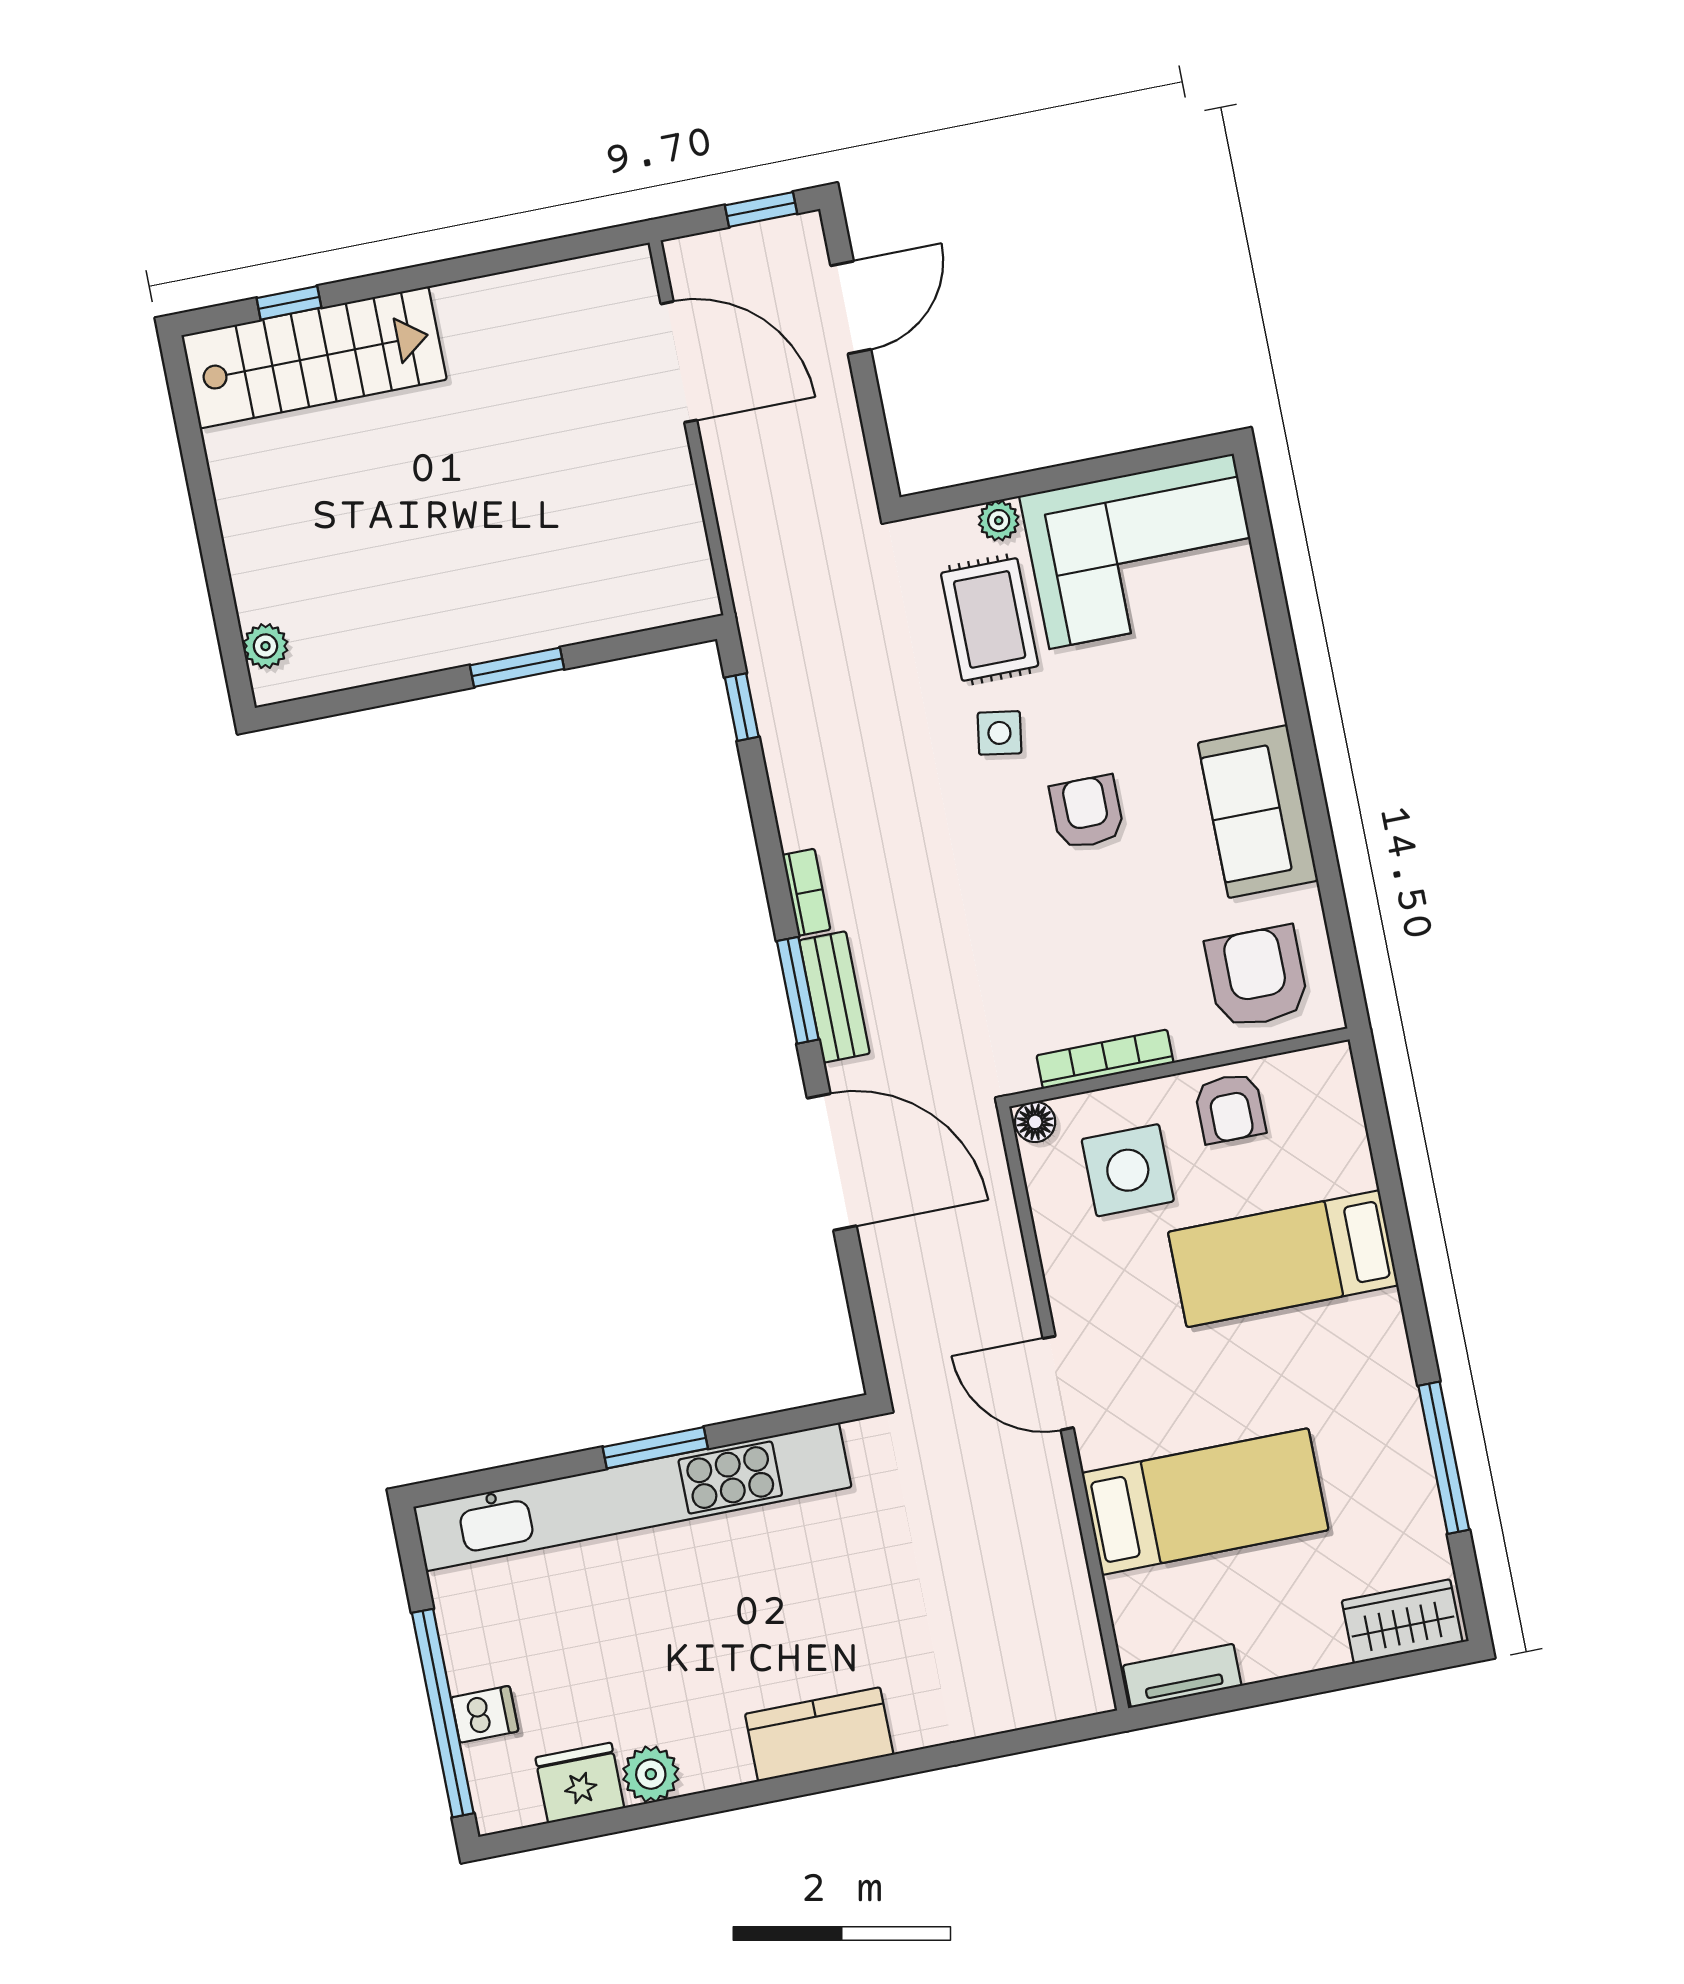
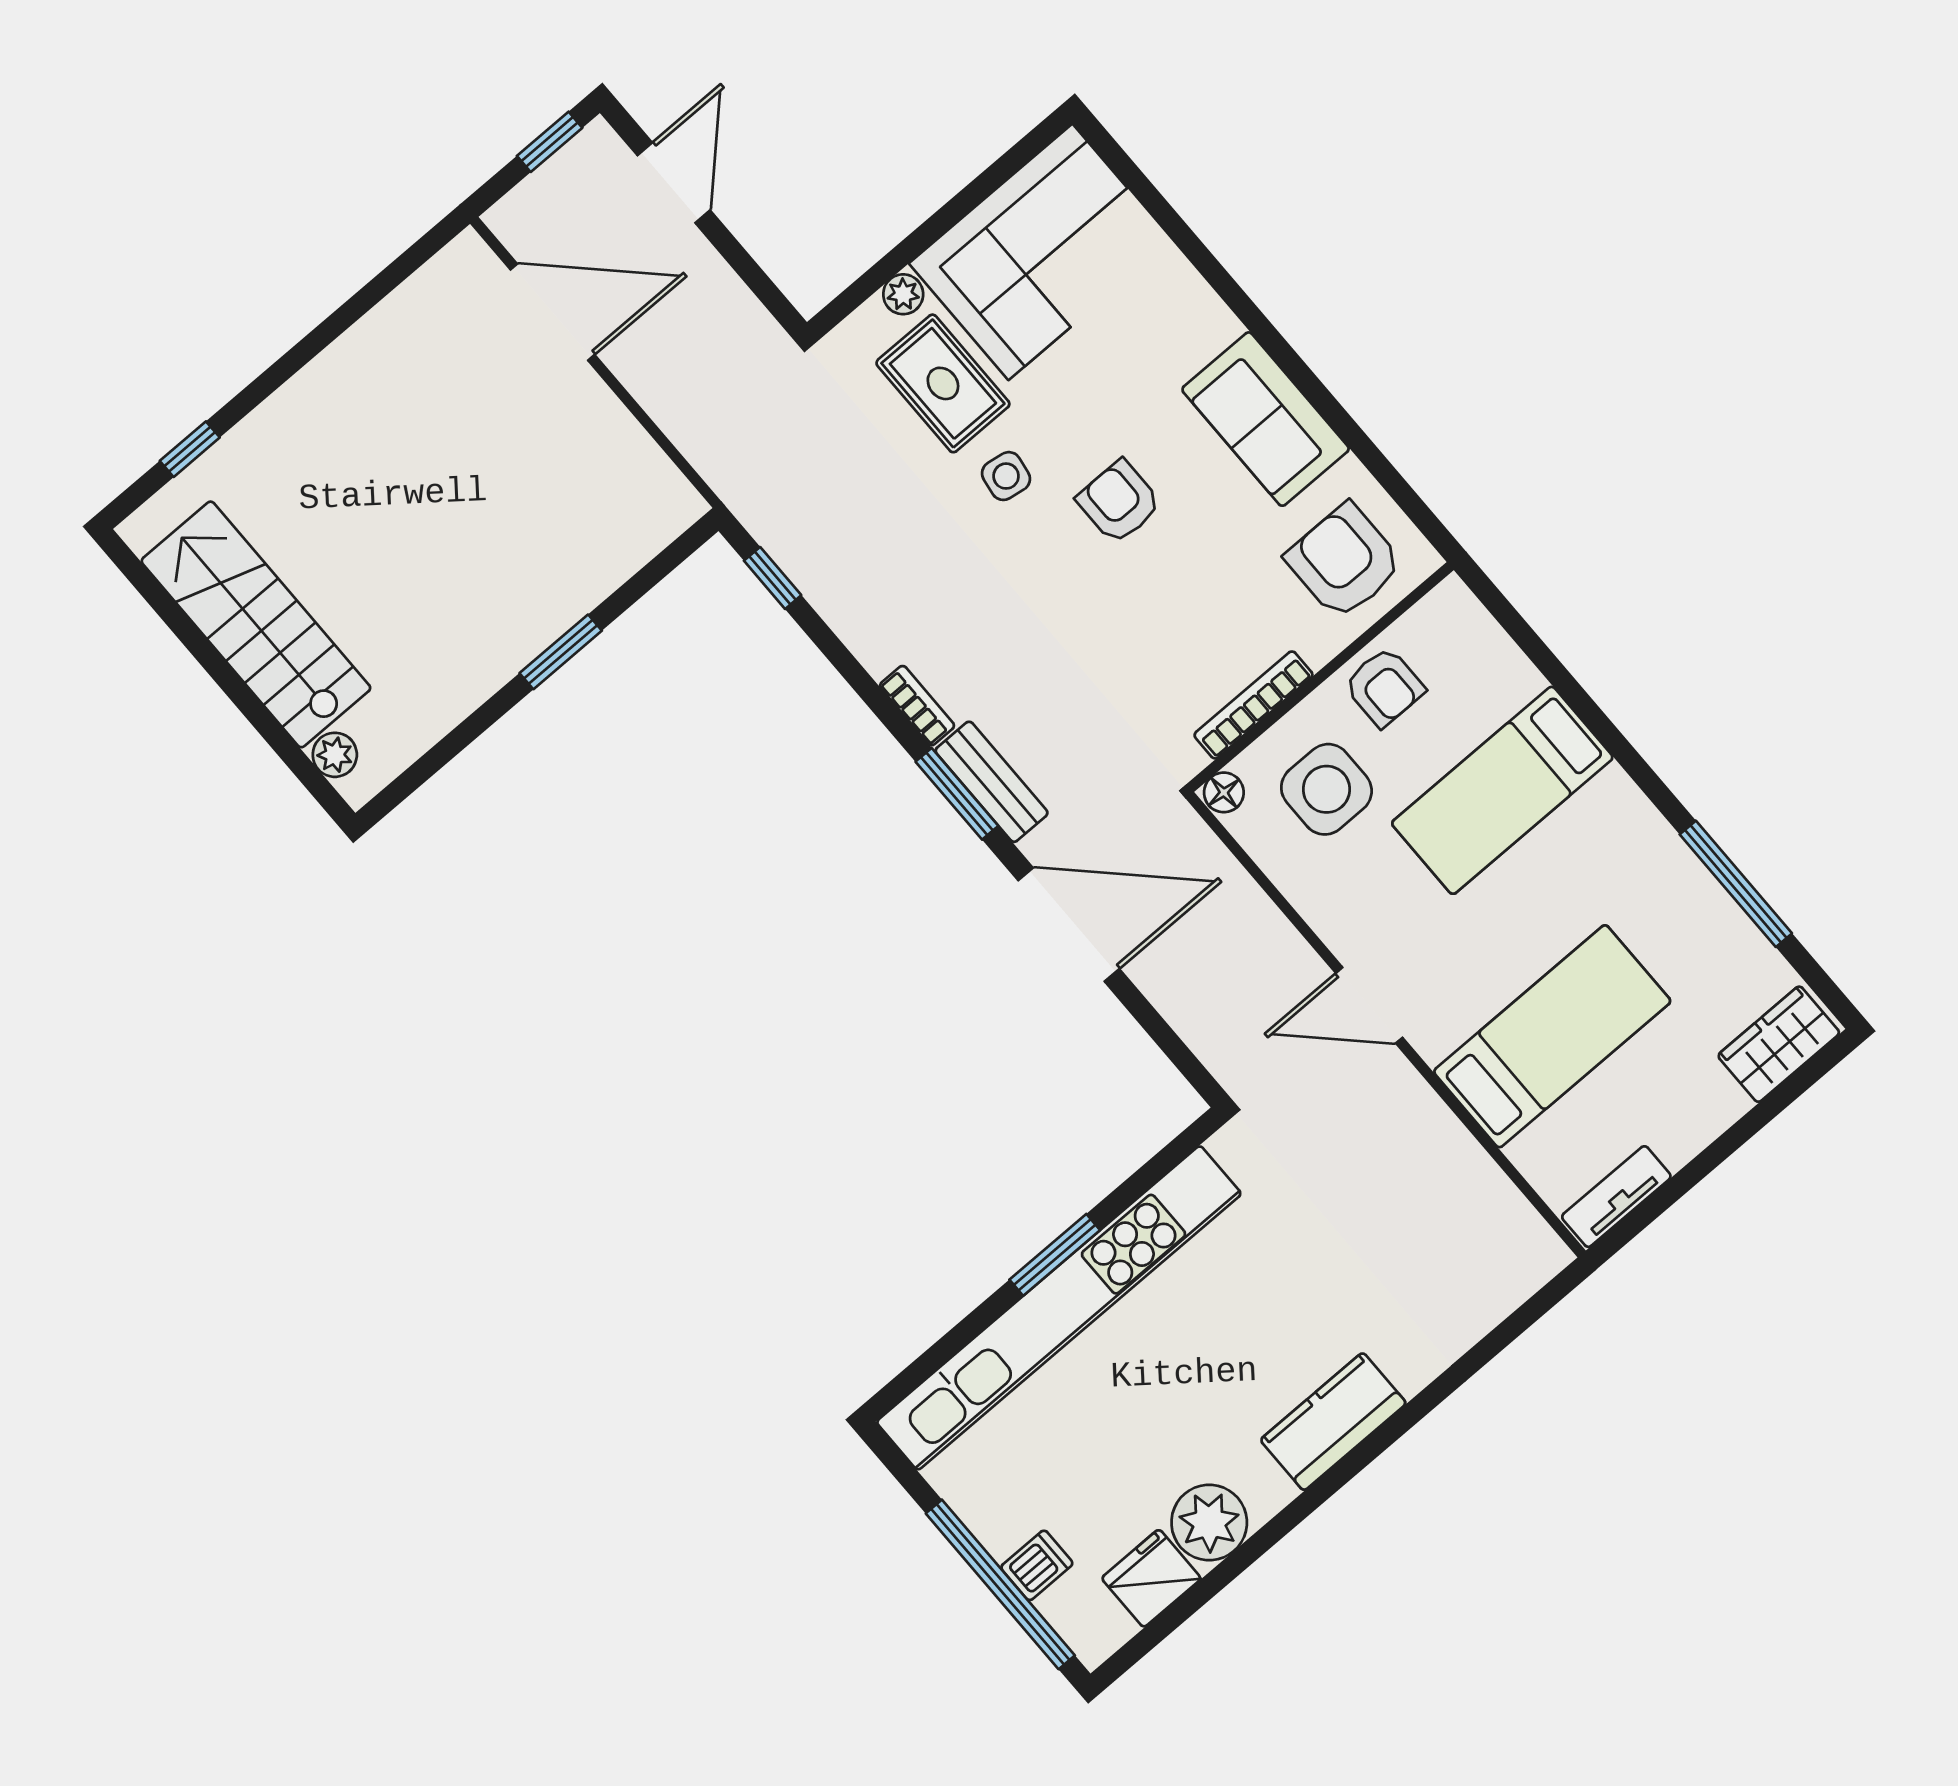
stairs: (314, 357) -> (256, 624), moved, turned -90
plant: (651, 1774) -> (1209, 1522), width x1.36, depth x1.36

